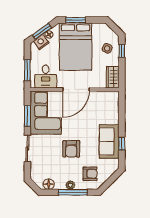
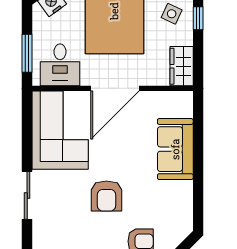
window: (27, 116) -> (27, 136), removed
sofa: (109, 141) -> (175, 149), moved
window: (122, 144) -> (198, 187), removed

